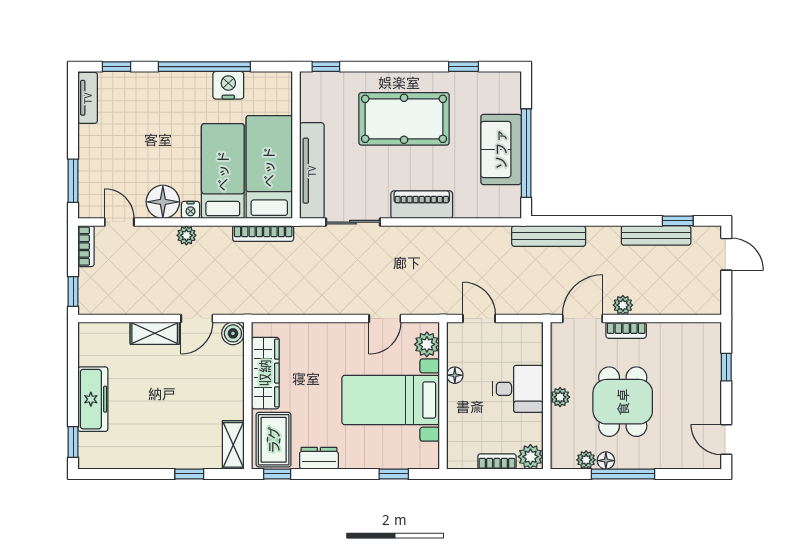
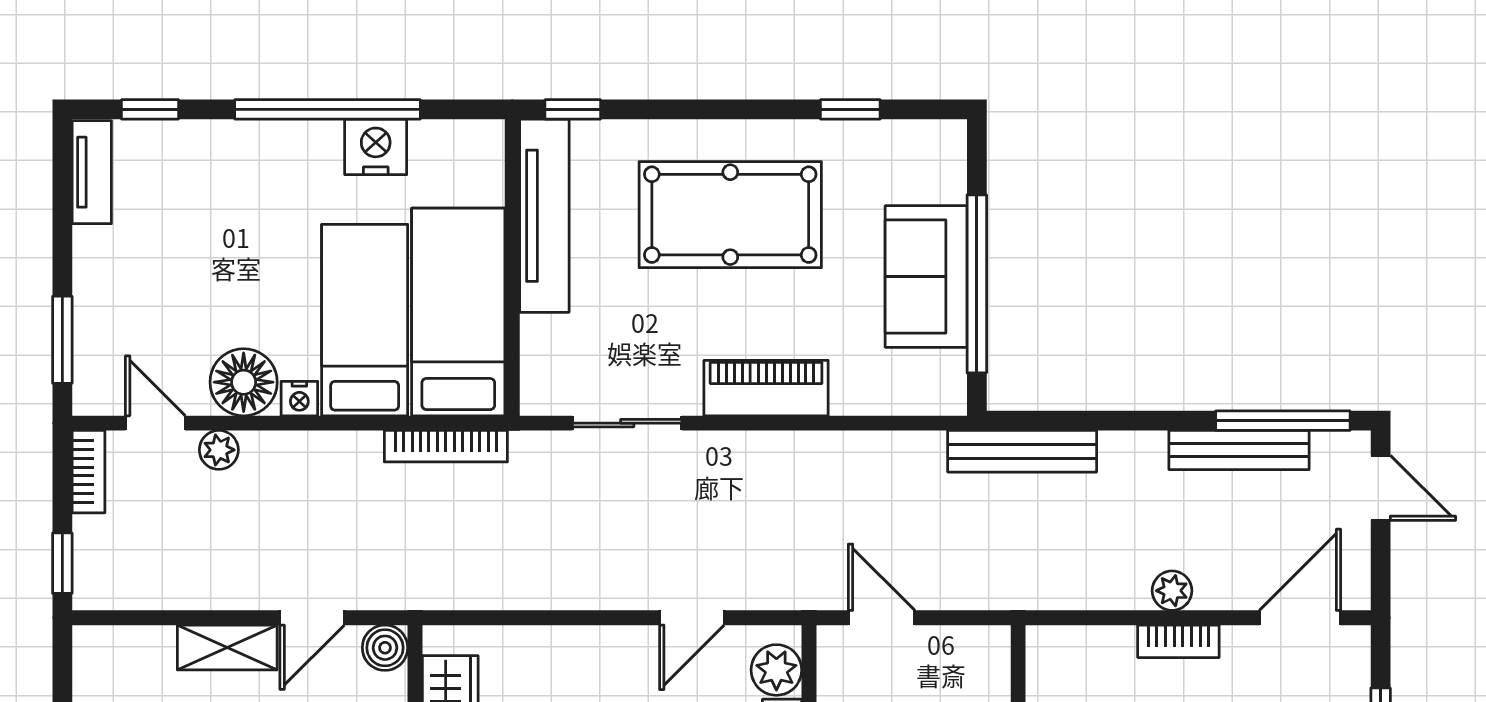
tv unit: (312, 171) -> (544, 216), moved
window: (678, 221) -> (1283, 421), width x2.17
plant: (186, 235) -> (219, 450), moved
door: (582, 319) -> (1300, 618), moved

